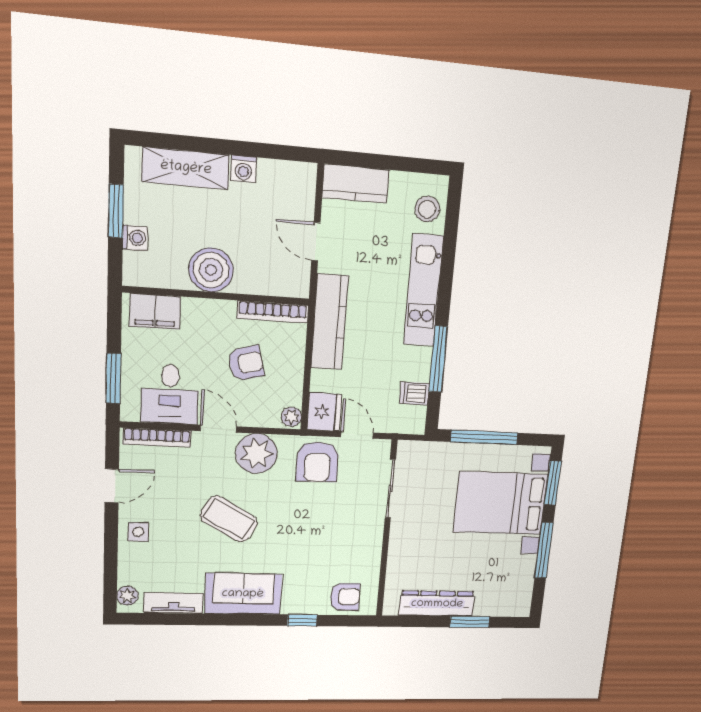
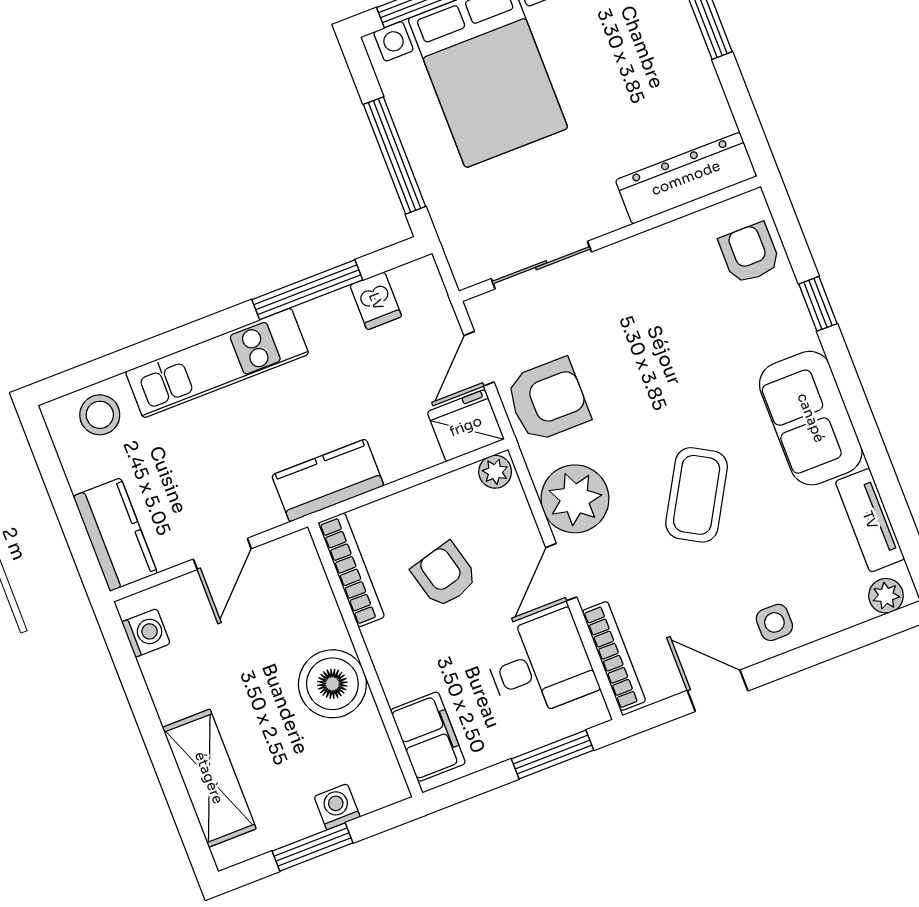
washing machine: (244, 169) -> (146, 633), moved
kitchen counter: (330, 322) -> (328, 480), width x0.67
dresser: (437, 604) -> (686, 178), moved, turned 90

